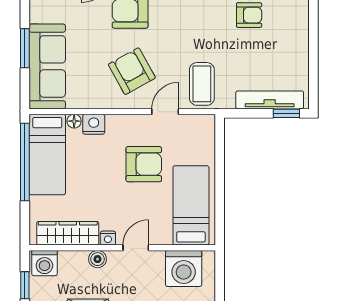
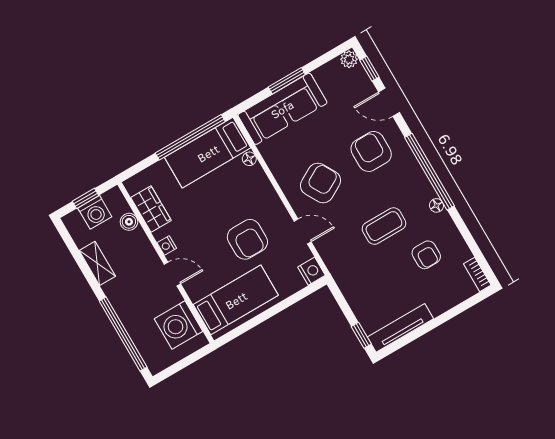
coffee table: (202, 84) -> (384, 226), moved
tv unit: (270, 100) -> (400, 328), moved, turned -90
nightstand: (94, 124) -> (311, 271), moved
wardrobe: (68, 233) -> (151, 209), width x0.67
boiler: (98, 259) -> (129, 222), moved
washing machine: (44, 263) -> (95, 212), moved, turned -90

